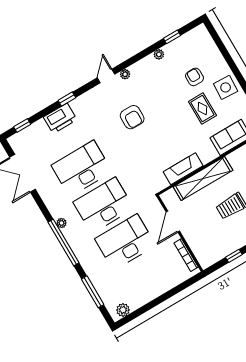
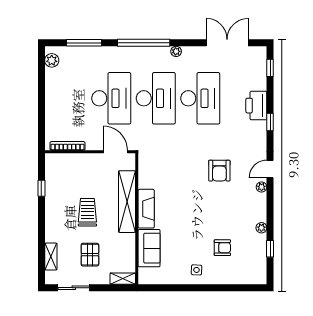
door: (106, 76) -> (270, 169), swing flipped
side table: (226, 87) -> (197, 270), width x0.54, depth x0.54
rug: (202, 108) -> (190, 238), removed
armchair: (132, 117) -> (219, 171), turned -90
fireplace: (183, 169) -> (146, 209), moved
door: (173, 222) -> (115, 152), moved
plant: (61, 223) -> (176, 51), moved

